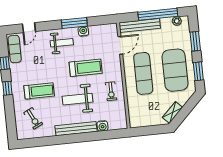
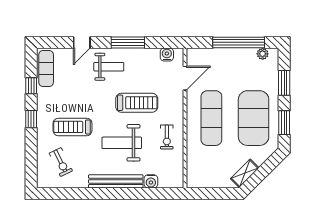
bench: (140, 25) -> (213, 55), removed
door: (29, 28) -> (82, 42), moved
water cooler: (83, 31) -> (167, 55), moved
treadmill: (39, 91) -> (72, 127), turned 180

